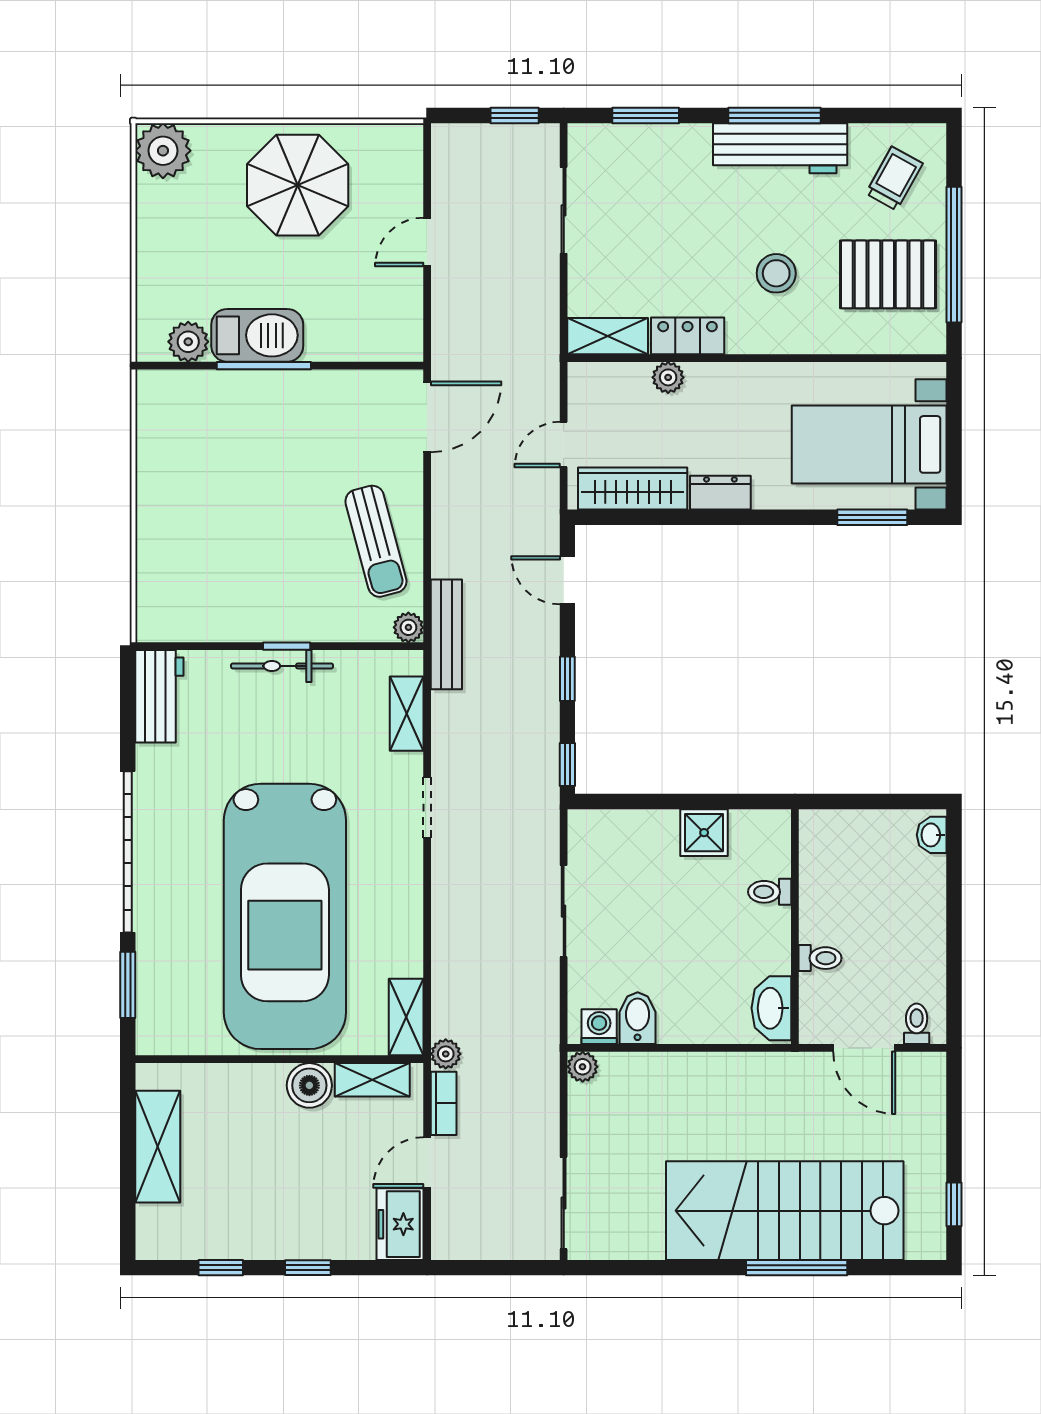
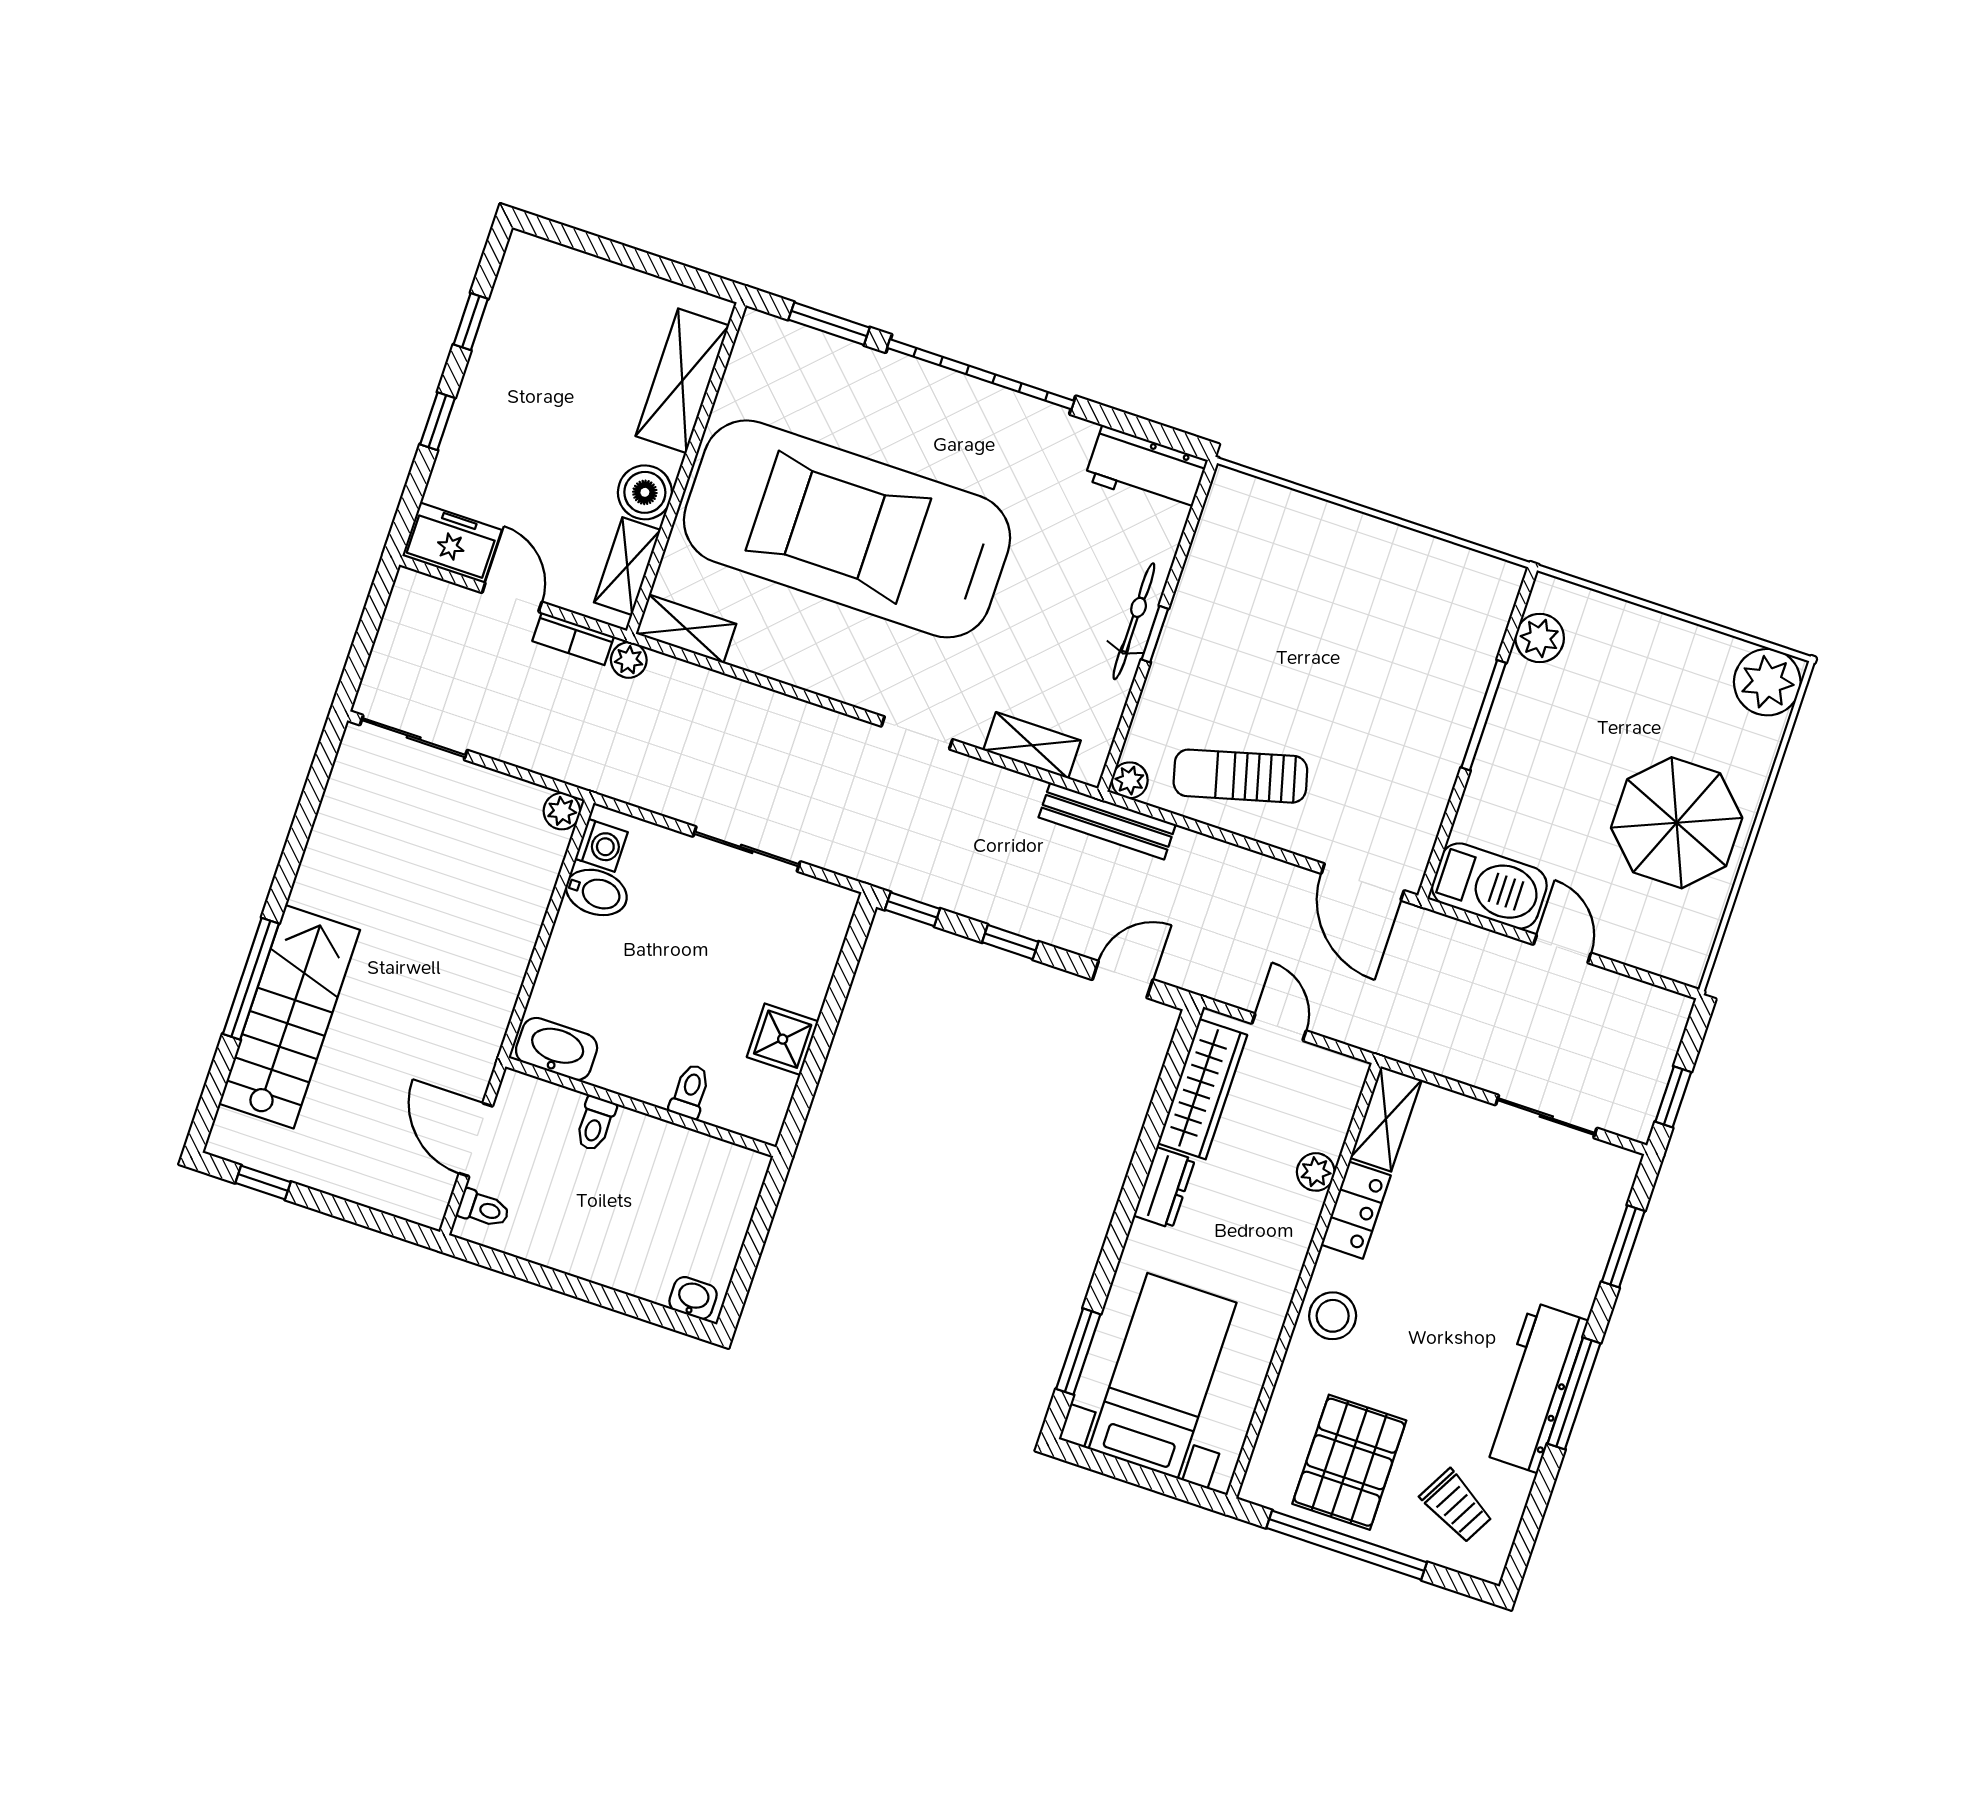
stool: (776, 273) -> (1333, 1316), moved
barbecue: (257, 335) -> (1489, 886), moved, turned -90
door: (864, 1048) -> (476, 1140), hinge flipped
shelving: (158, 1147) -> (682, 381), moved, turned 90
stairs: (785, 1211) -> (289, 1017), width x0.73, depth x0.66

